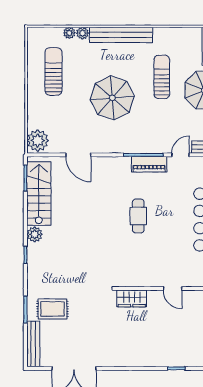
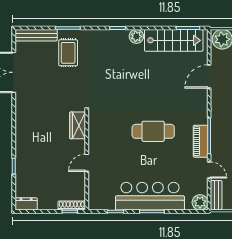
cafe table: (138, 216) -> (153, 131), width x1.37, depth x1.35

